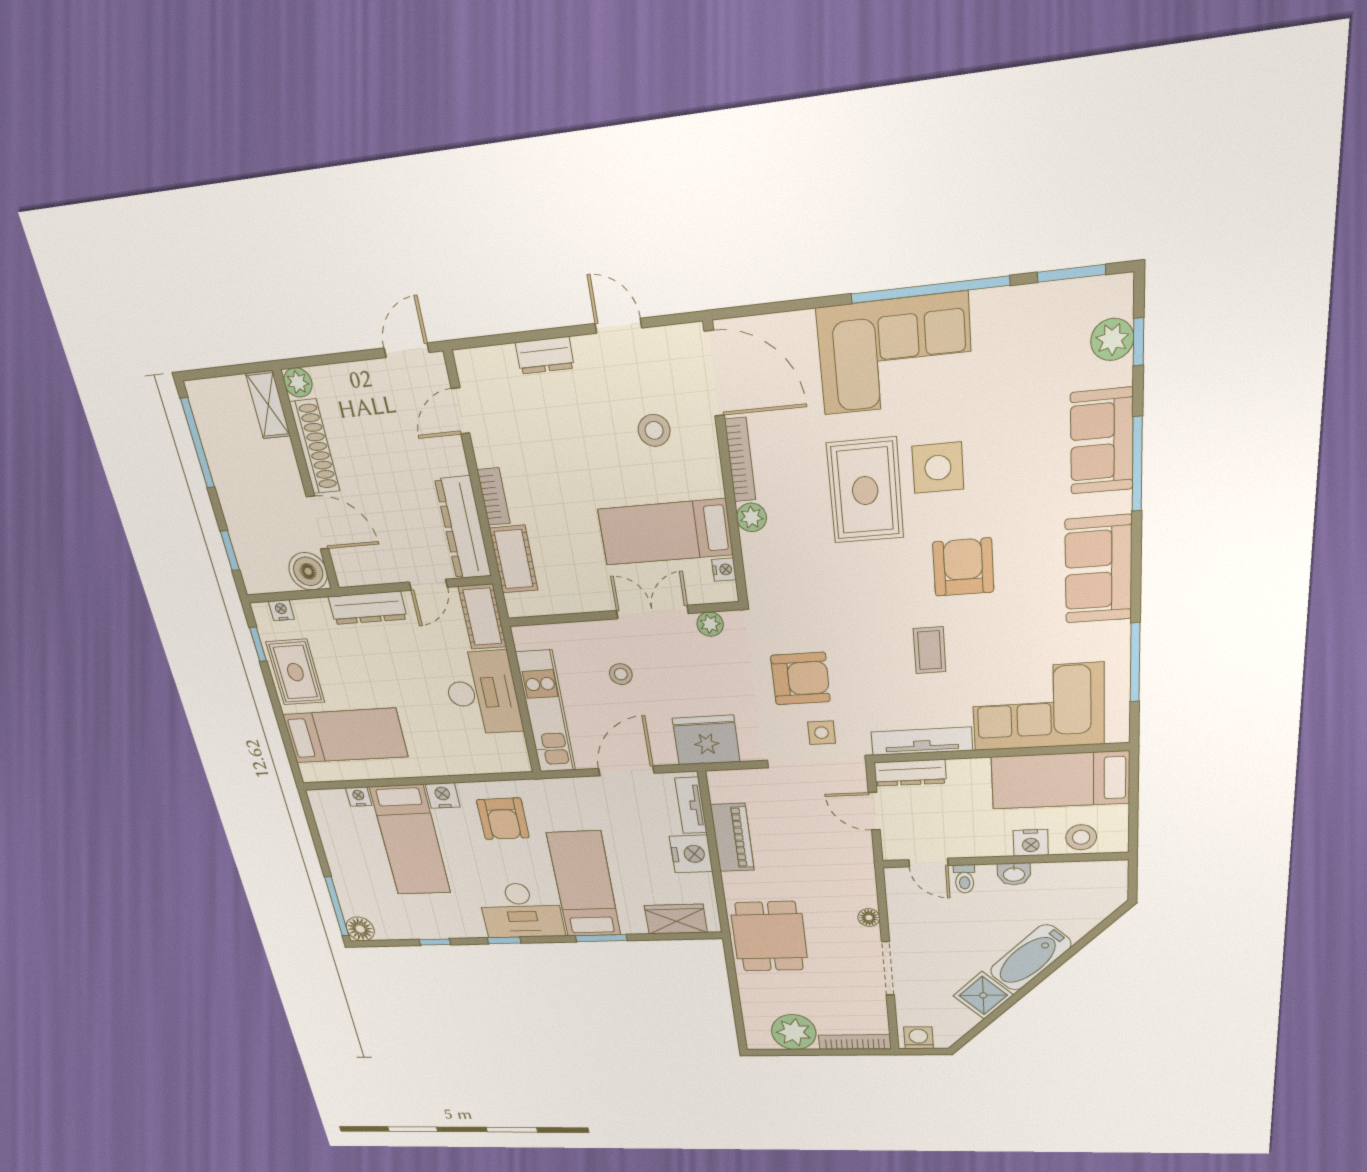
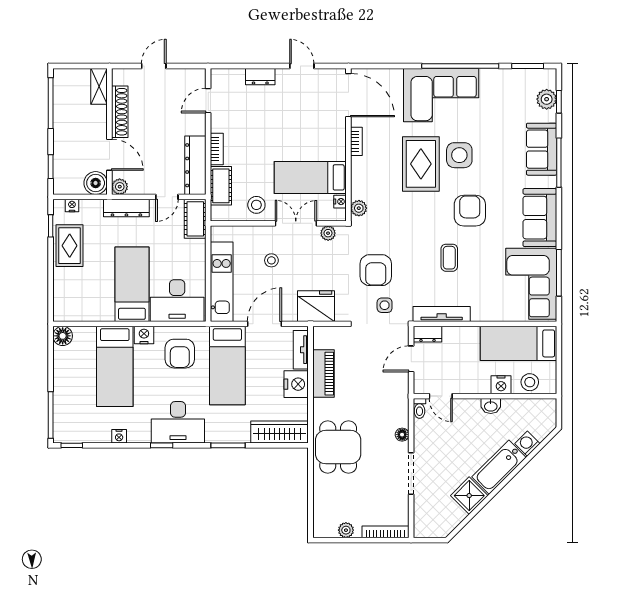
door: (407, 350) -> (154, 66), moved
plant: (298, 382) -> (120, 187), moved
stool: (654, 430) -> (256, 205), moved
bookcase: (740, 460) -> (356, 141), width x0.64
plant: (751, 517) -> (359, 208), moved
armchair: (800, 679) -> (376, 270), turned 90
desk: (482, 693) -> (177, 301), moved, turned 90
corner sofa: (1038, 707) -> (531, 284), moved, turned -90
bed: (345, 736) -> (132, 284), moved, turned -90
dresser: (910, 773) -> (427, 334), width x0.70
nightstand: (359, 797) -> (119, 436), moved, turned 180
door: (874, 811) -> (411, 359), hinge flipped
toilet: (964, 879) -> (419, 408), moved
bed: (584, 884) -> (227, 366), moved, turned 180
wardrobe: (676, 919) -> (280, 432), width x1.50
floor lamp: (360, 929) -> (63, 336), moved
window: (435, 942) -> (72, 445), moved
plant: (794, 1032) -> (346, 530), width x0.53, depth x0.53
washing machine: (918, 1038) -> (527, 444), moved, turned -45

